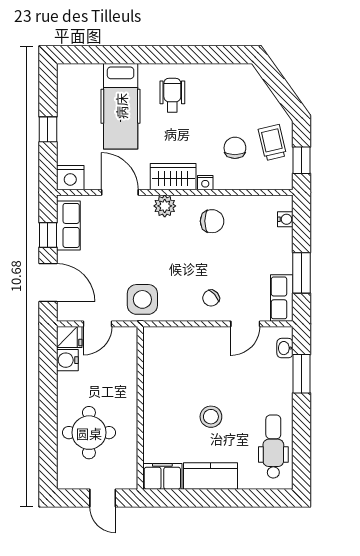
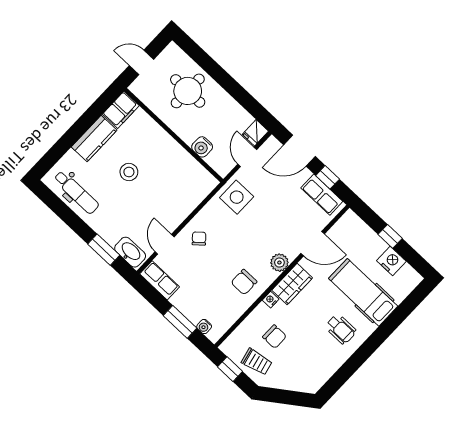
nightstand: (70, 178) -> (391, 261), moved, turned 90
window: (301, 273) -> (180, 322), moved
washbasin: (285, 348) -> (130, 252), width x1.91, depth x1.45
water cooler: (67, 360) -> (202, 147), moved, turned 180

